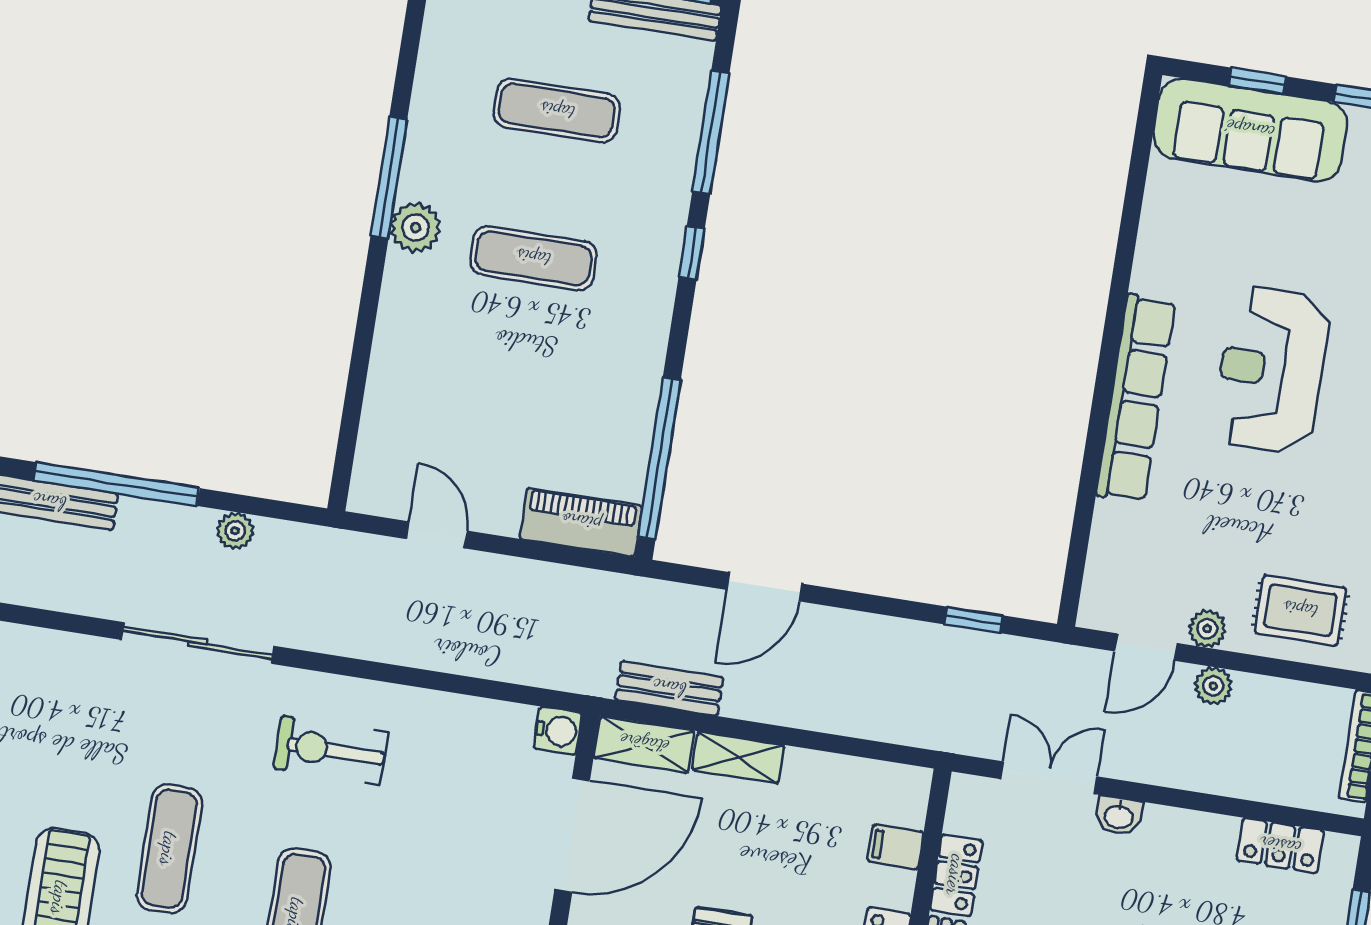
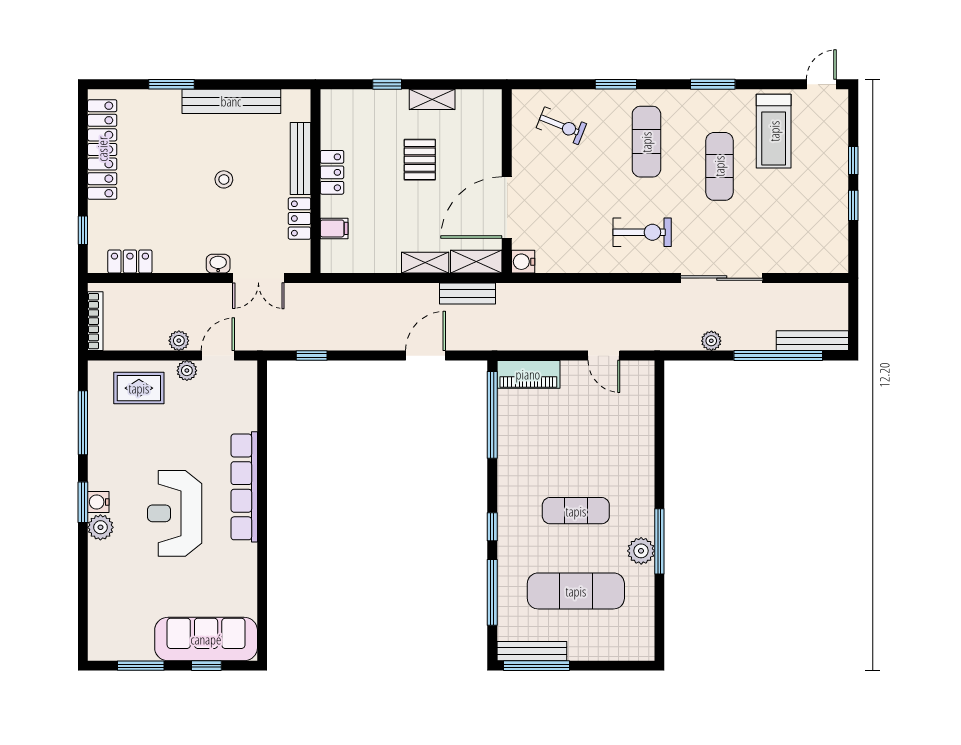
exercise mat: (557, 111) -> (576, 591), width x1.36, depth x1.45
plant: (416, 228) -> (641, 551), moved
reception desk: (1271, 370) -> (175, 513), turned 180

